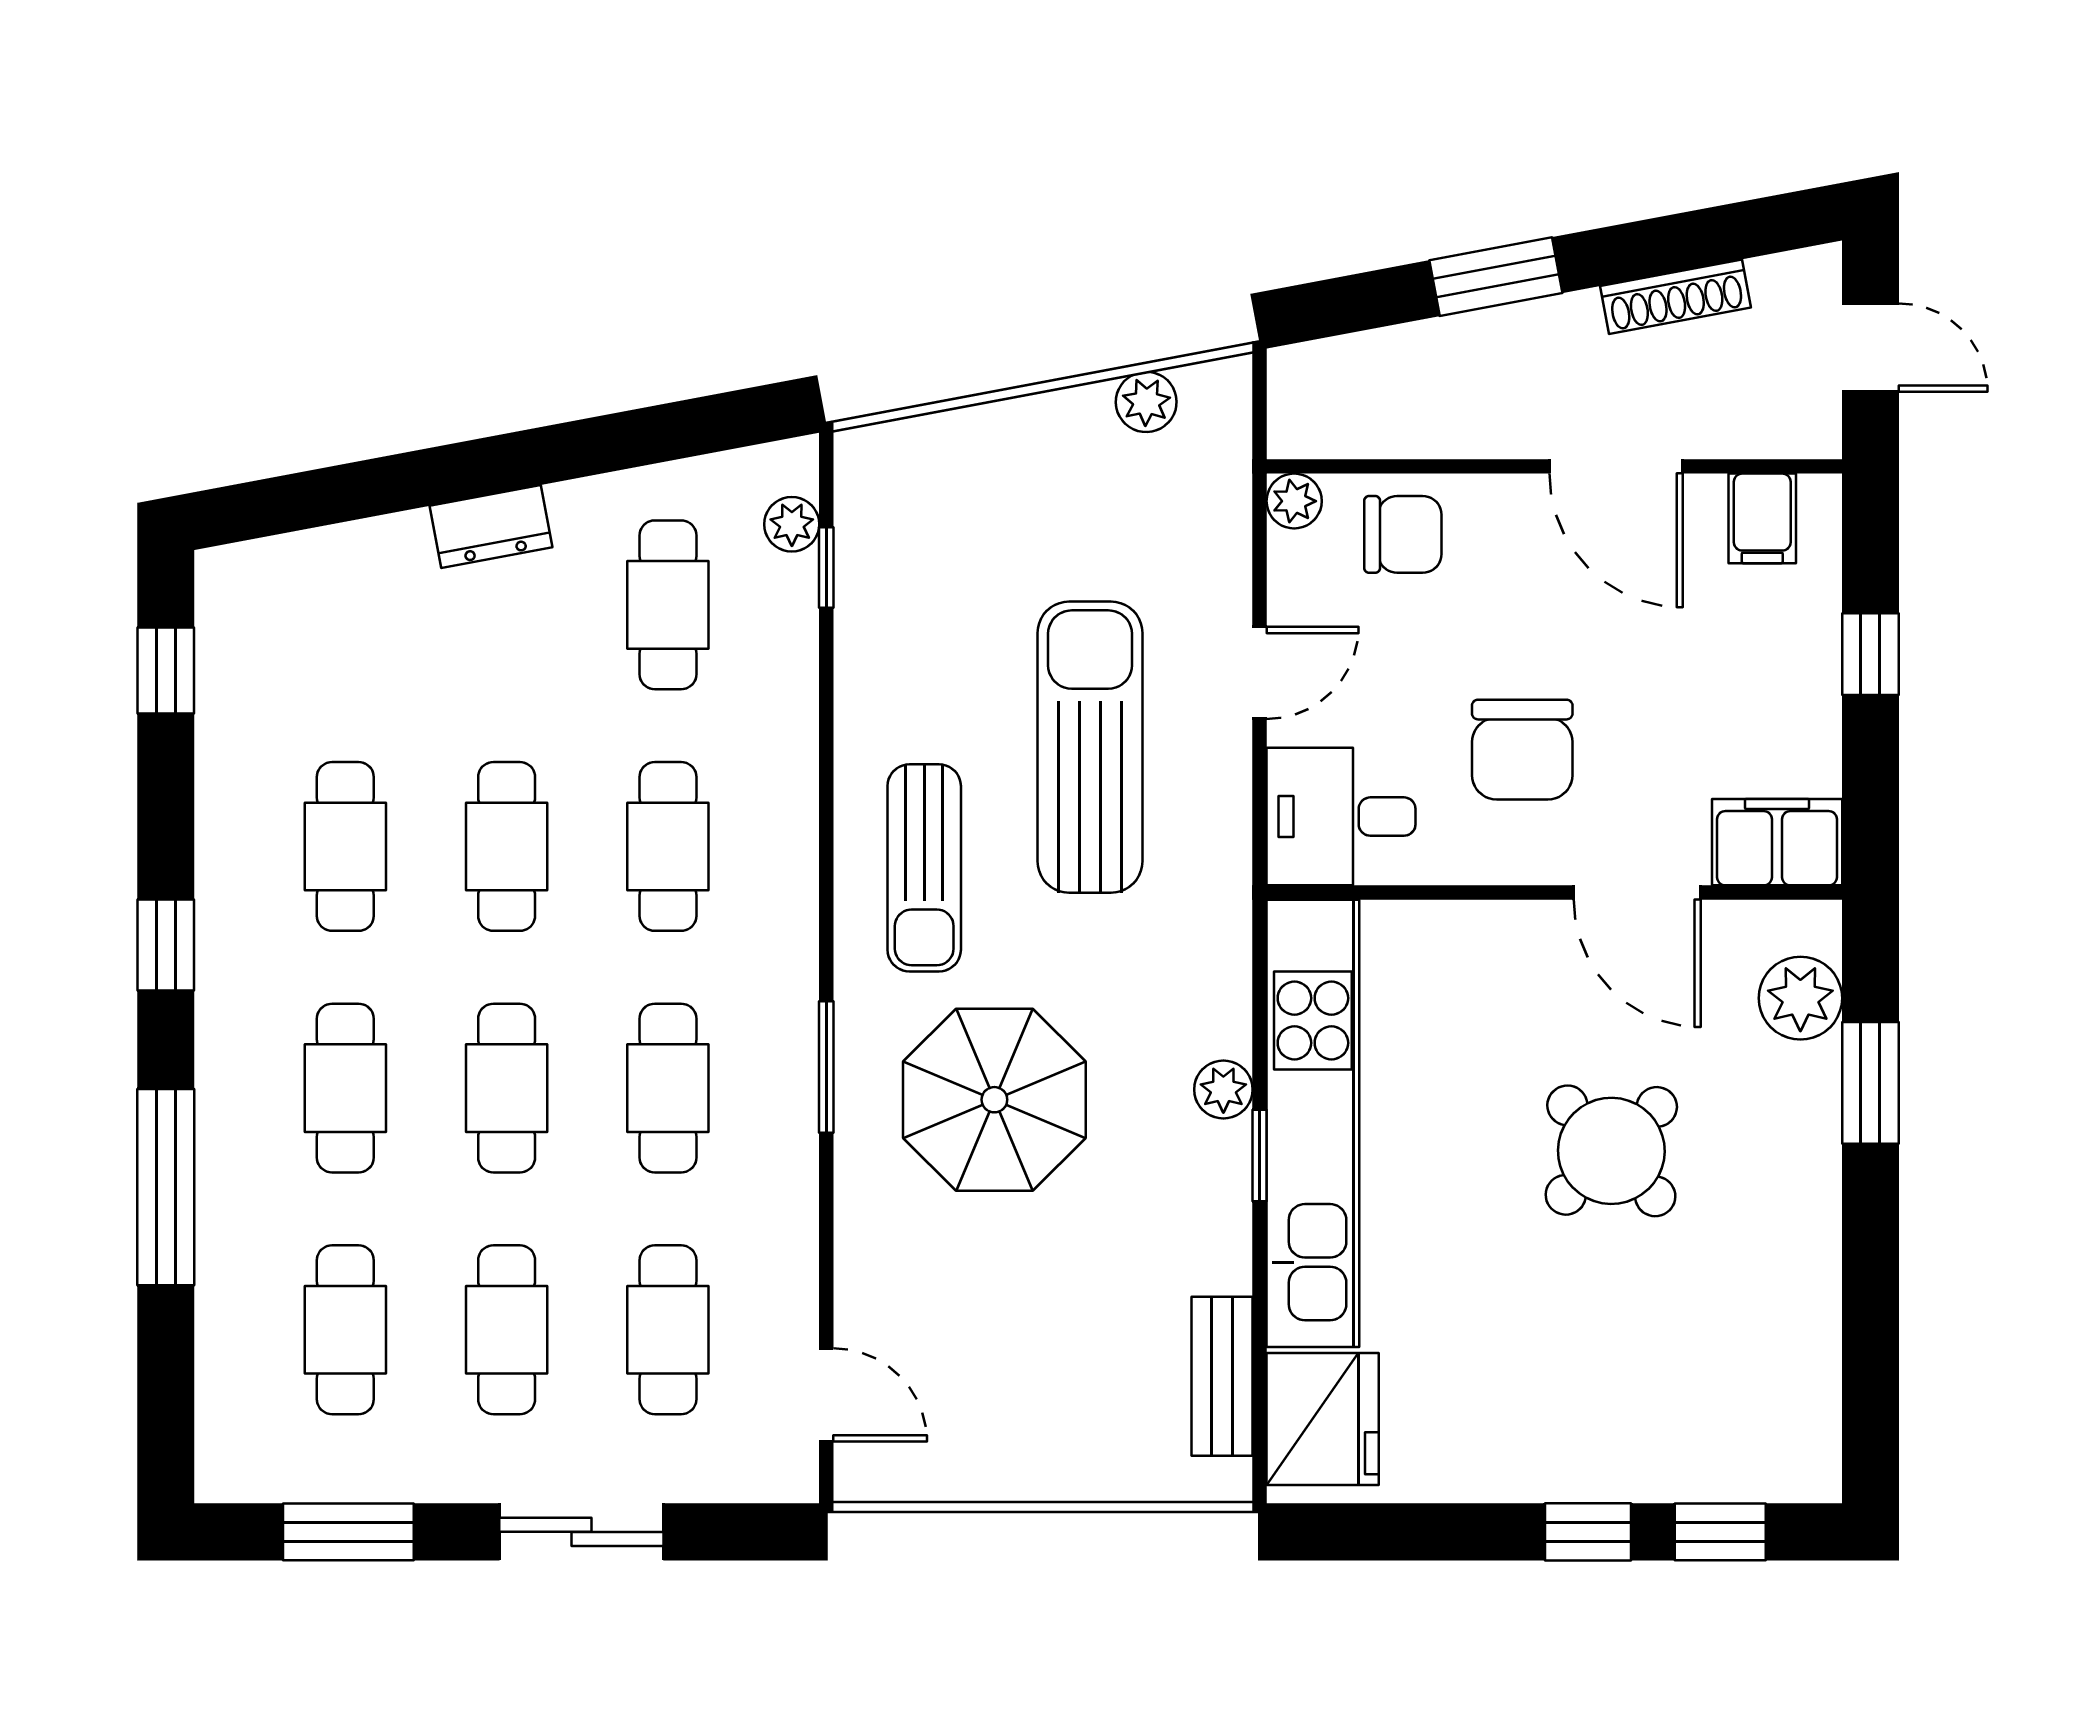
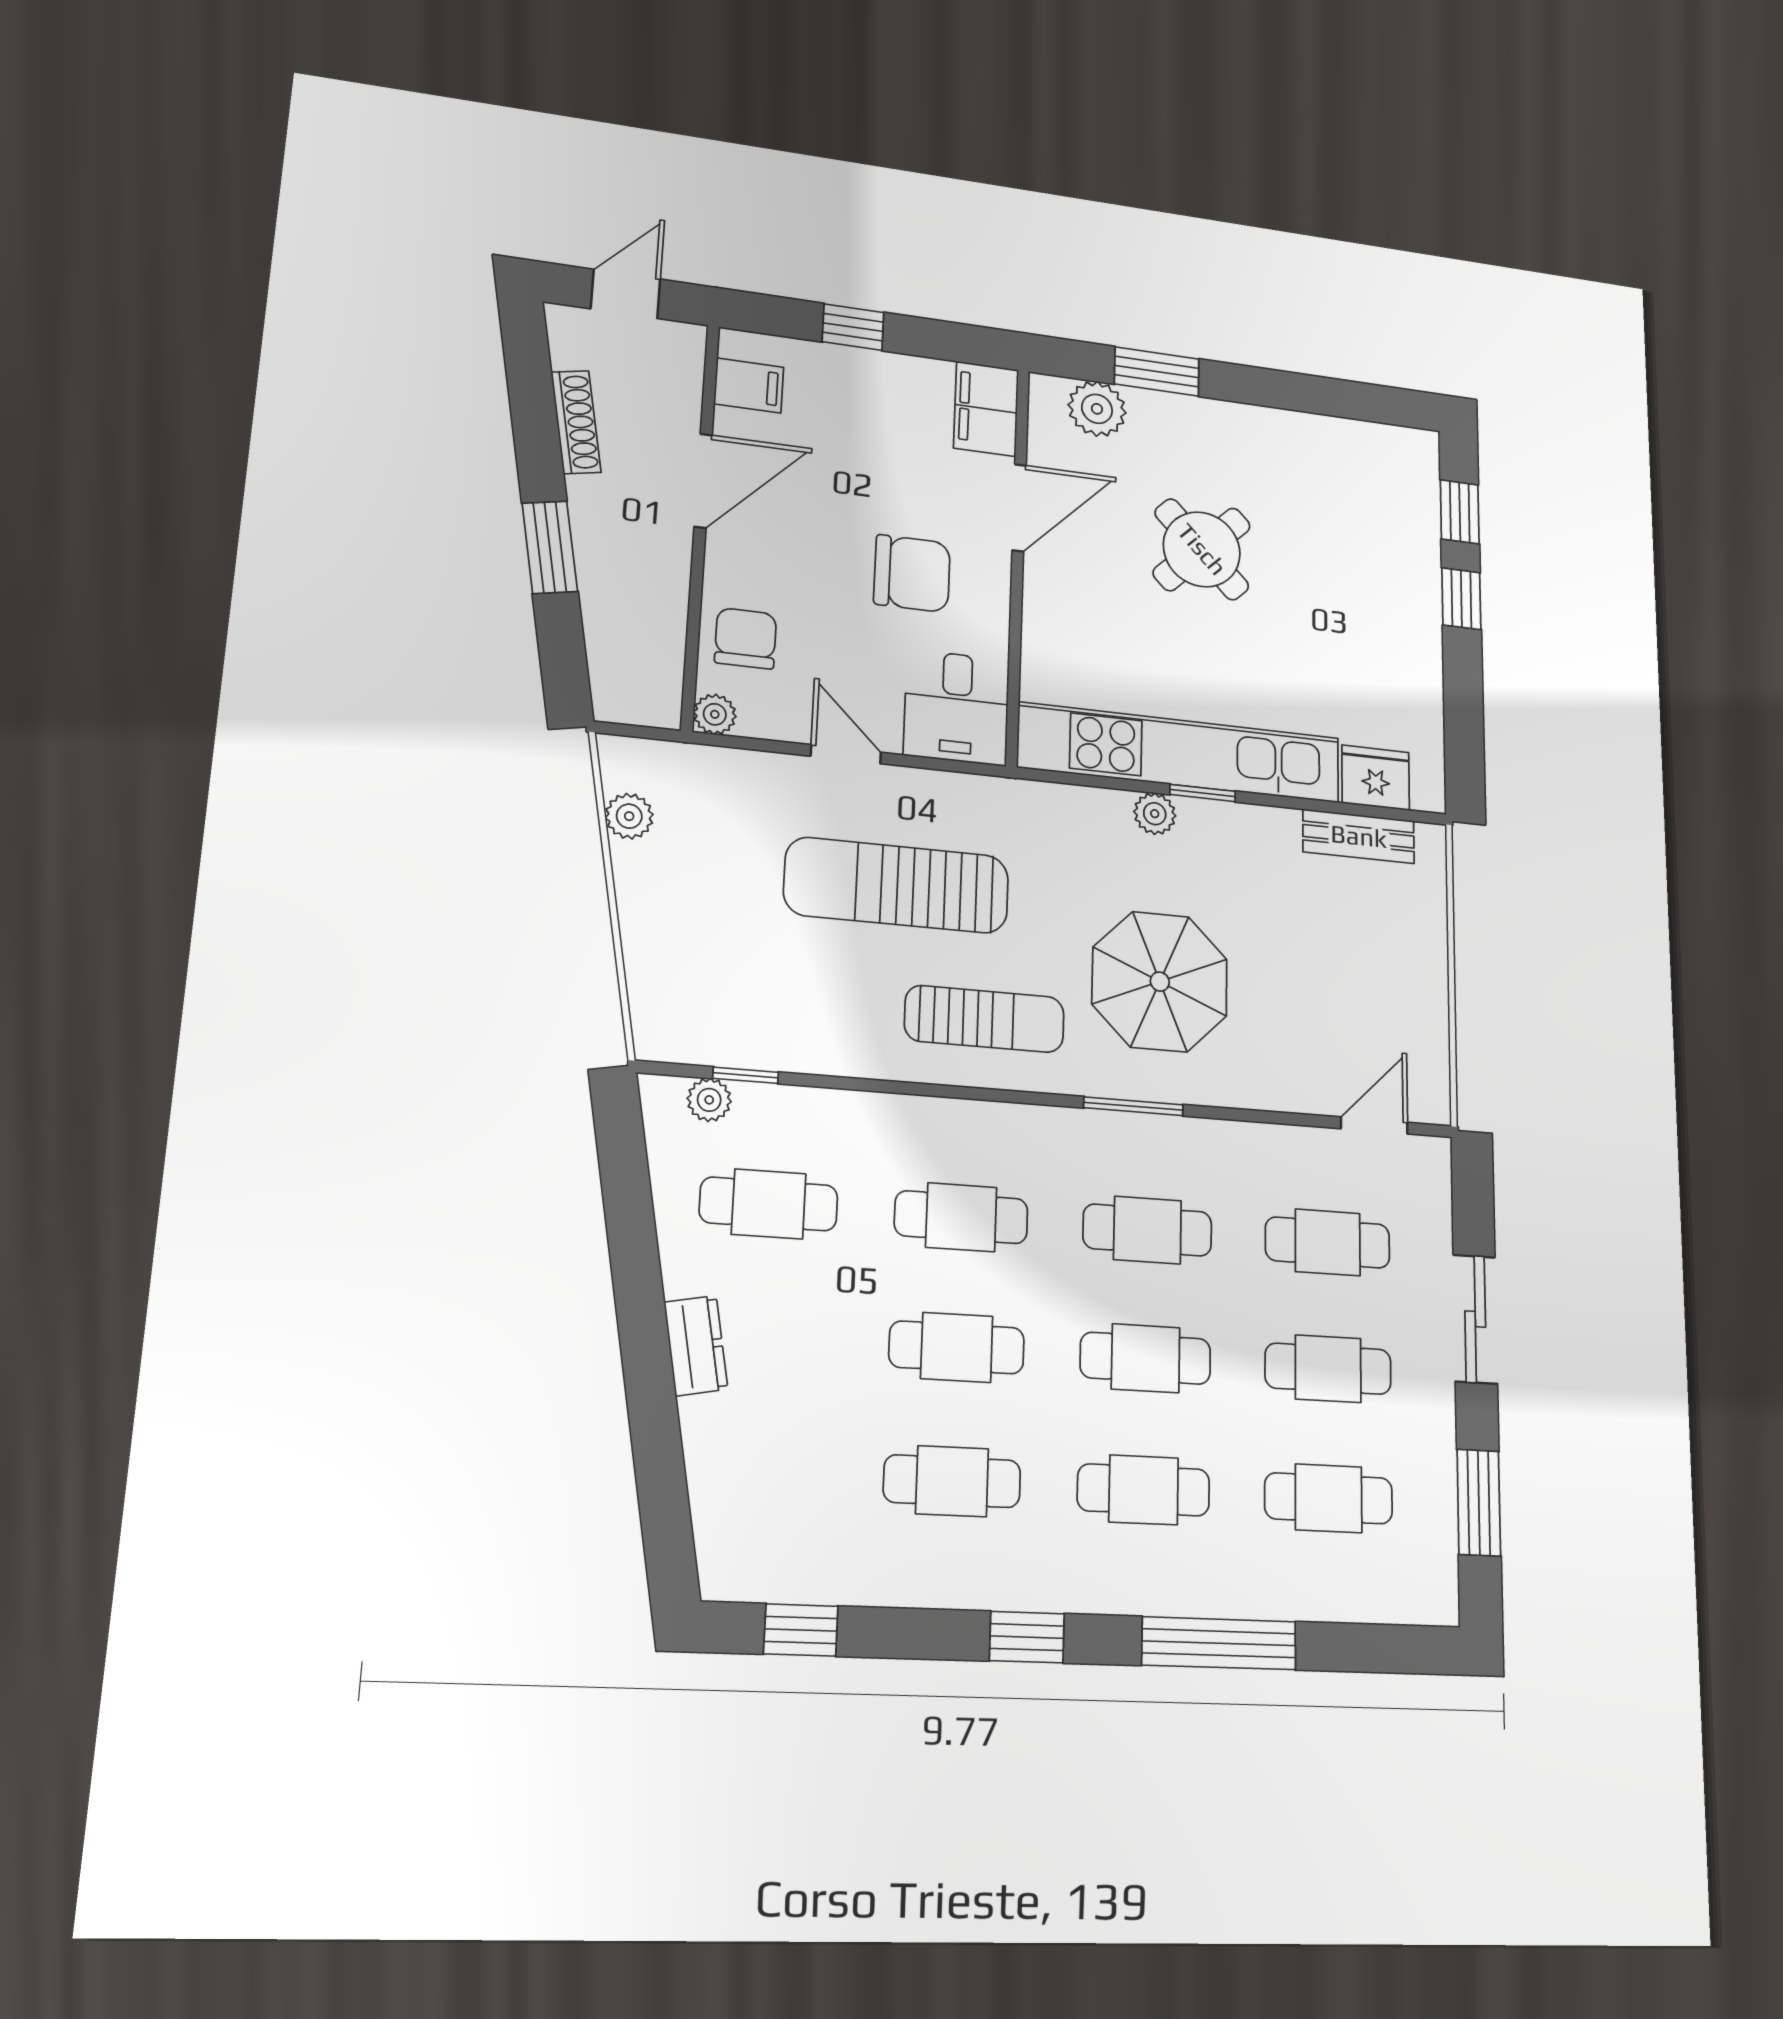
fridge: (1323, 1419) -> (1376, 778), width x0.73, depth x0.75

